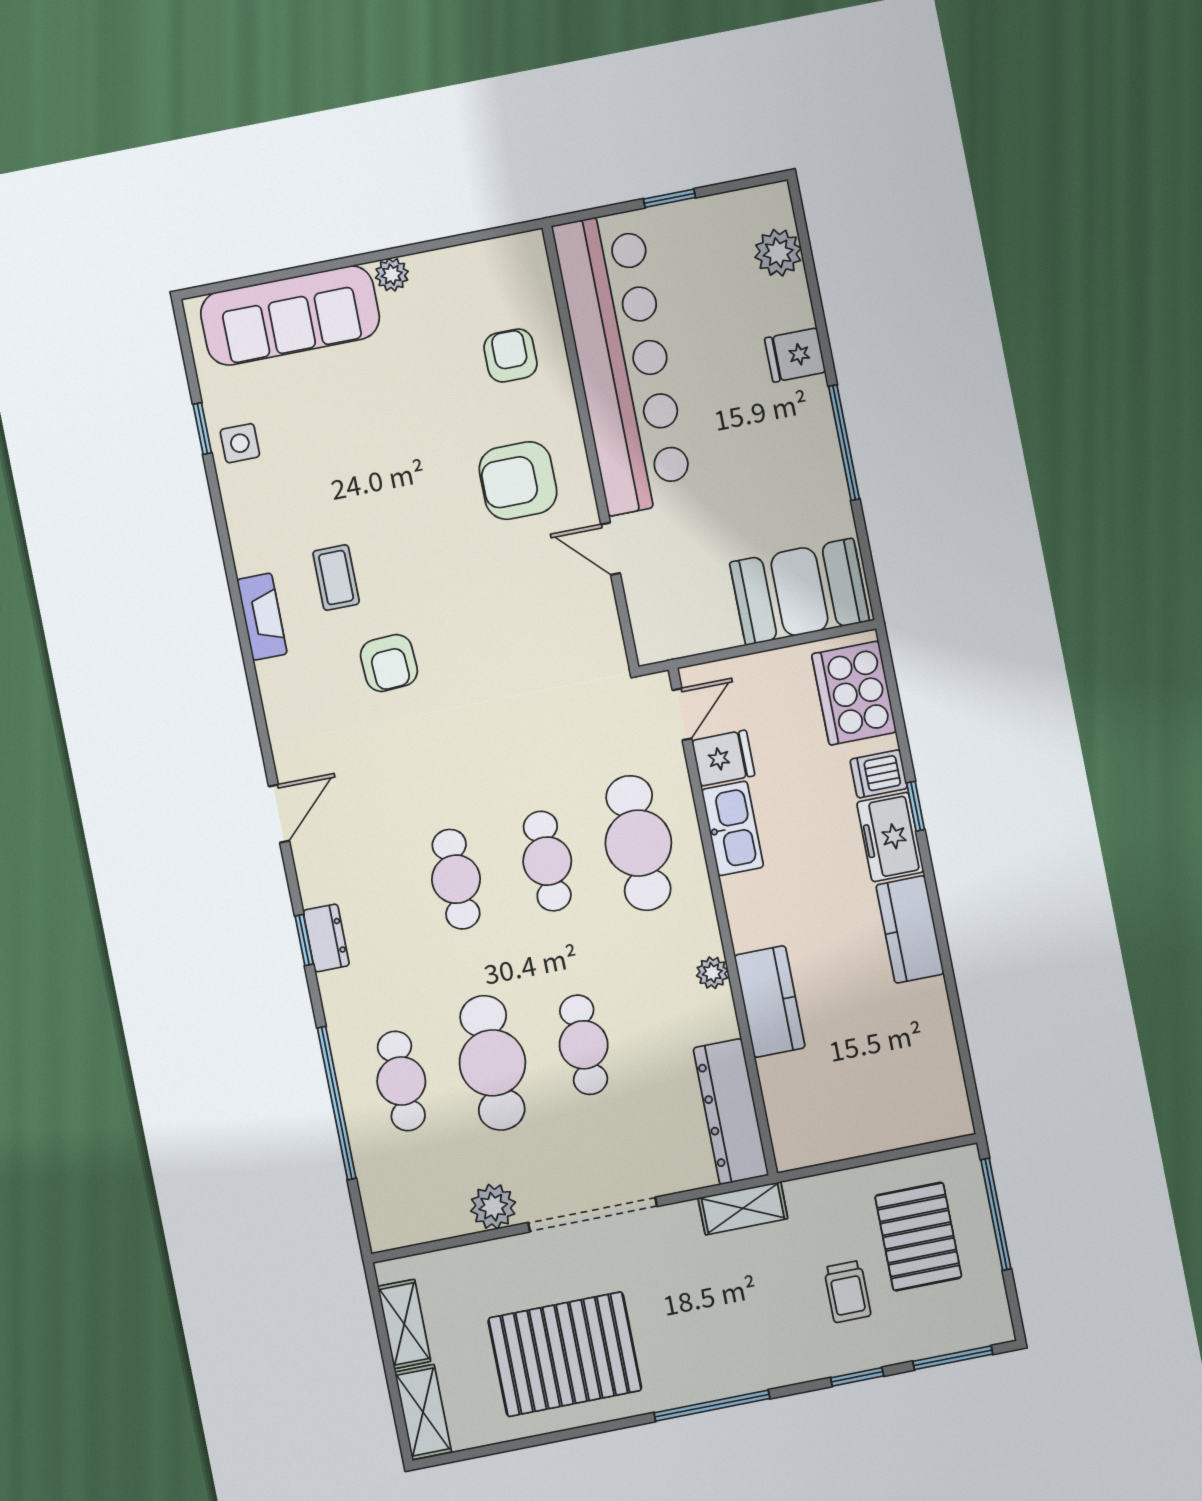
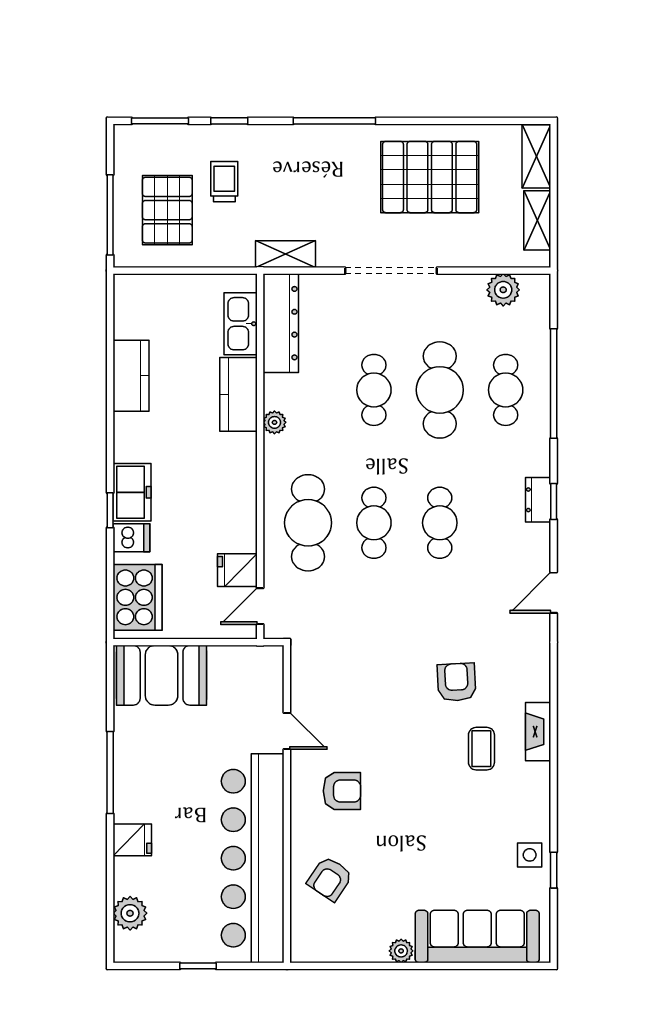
armchair: (510, 356) -> (330, 879), turned 34
armchair: (518, 481) -> (342, 791), width x0.72, depth x0.72
kitchen sink: (733, 828) -> (241, 324), moved
kitchen counter: (910, 929) -> (131, 376), moved
plant: (493, 1207) -> (503, 290), moved

